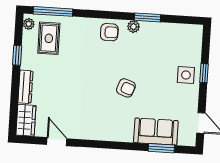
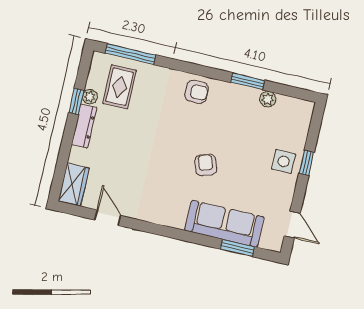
plant: (29, 24) -> (90, 97), moved
plant: (133, 27) -> (268, 99), moved
dresser: (25, 87) -> (84, 126), moved
armchair: (126, 88) -> (206, 165), turned -130
sofa: (156, 132) -> (224, 224), width x1.36

